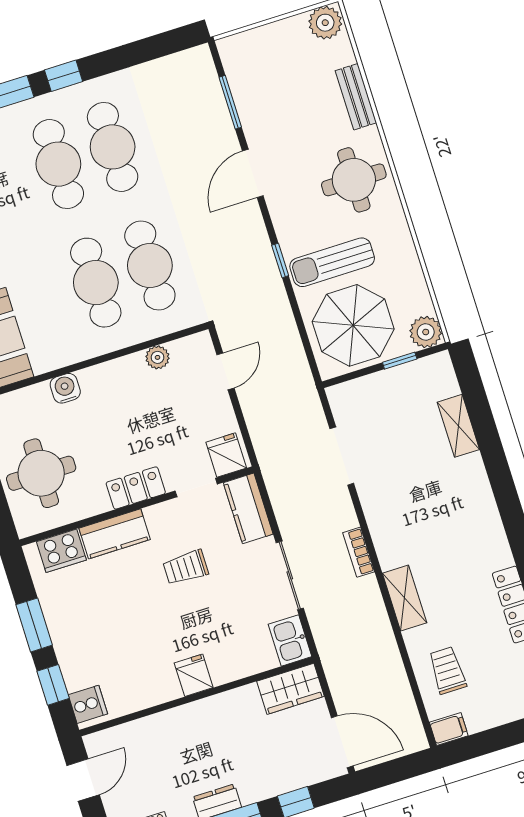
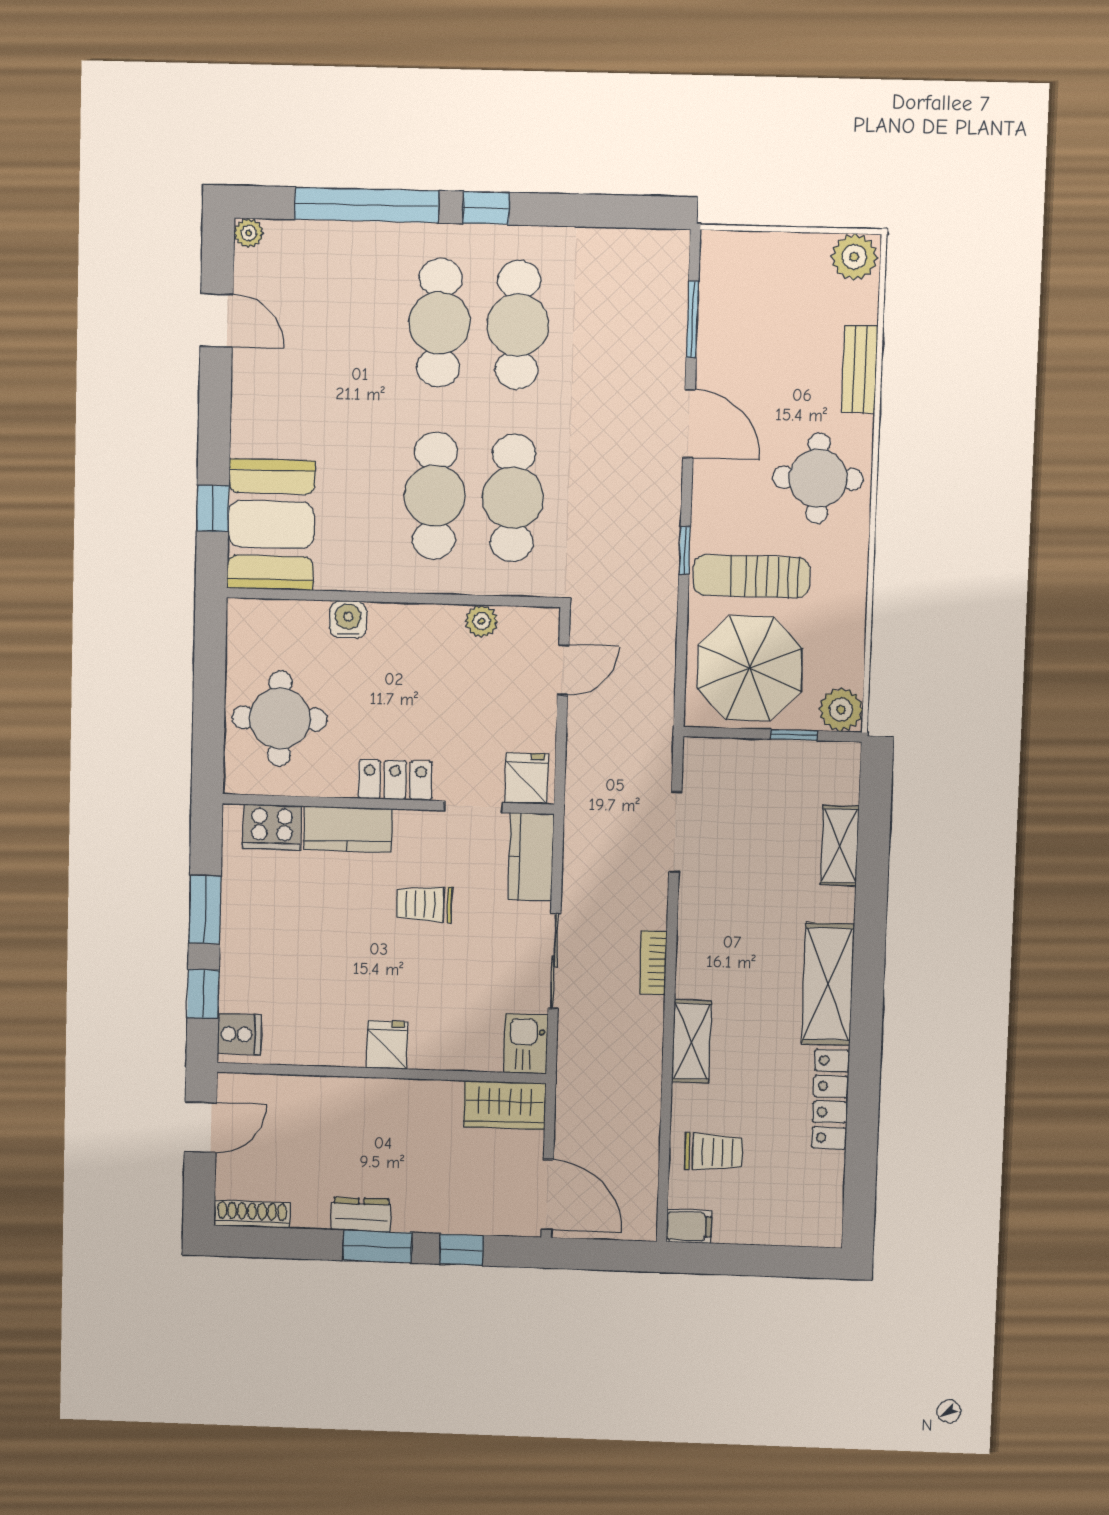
door: (253, 173) -> (689, 424), swing flipped
shelving: (485, 525) -> (828, 984), added
trolley: (447, 670) -> (714, 1152), turned 90

